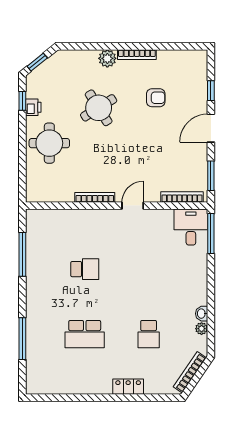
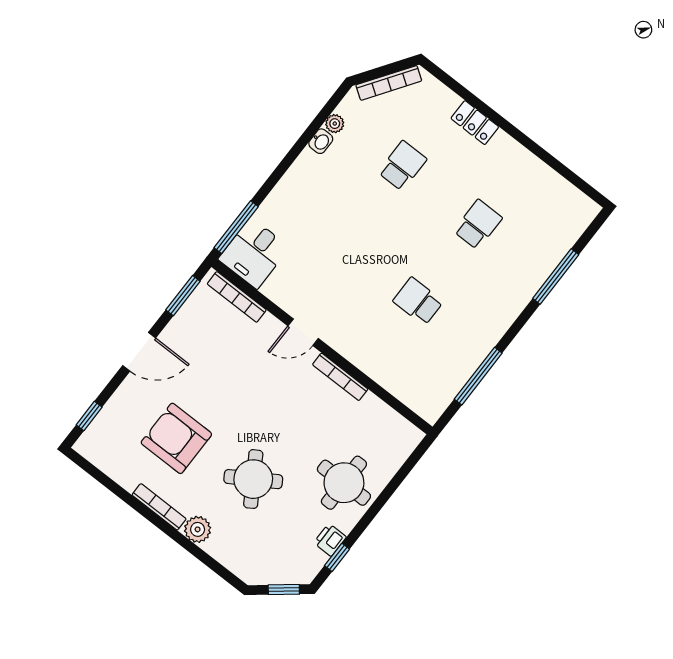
window: (211, 91) -> (89, 416), moved
armchair: (156, 98) -> (176, 438), width x1.88, depth x1.88
school desk: (85, 334) -> (478, 224), width x0.54

